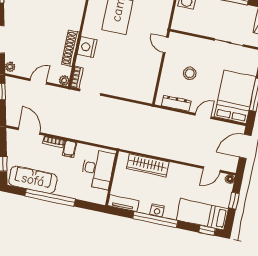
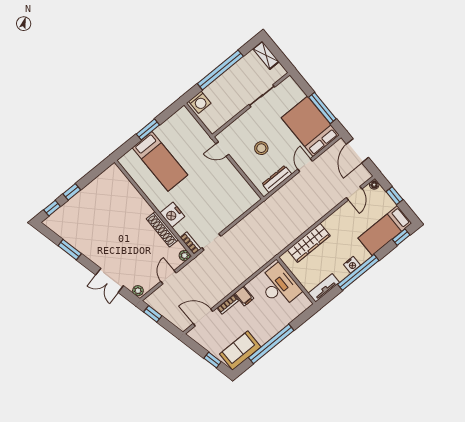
sofa: (33, 180) -> (240, 350), width x0.73

